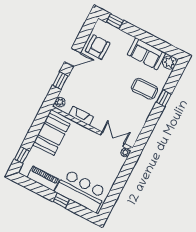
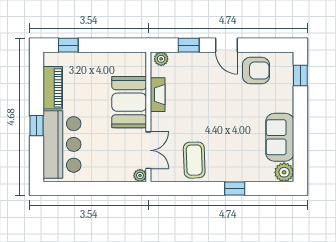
coffee table: (144, 89) -> (194, 160), moved
booth: (51, 134) -> (129, 102), moved, turned 90

